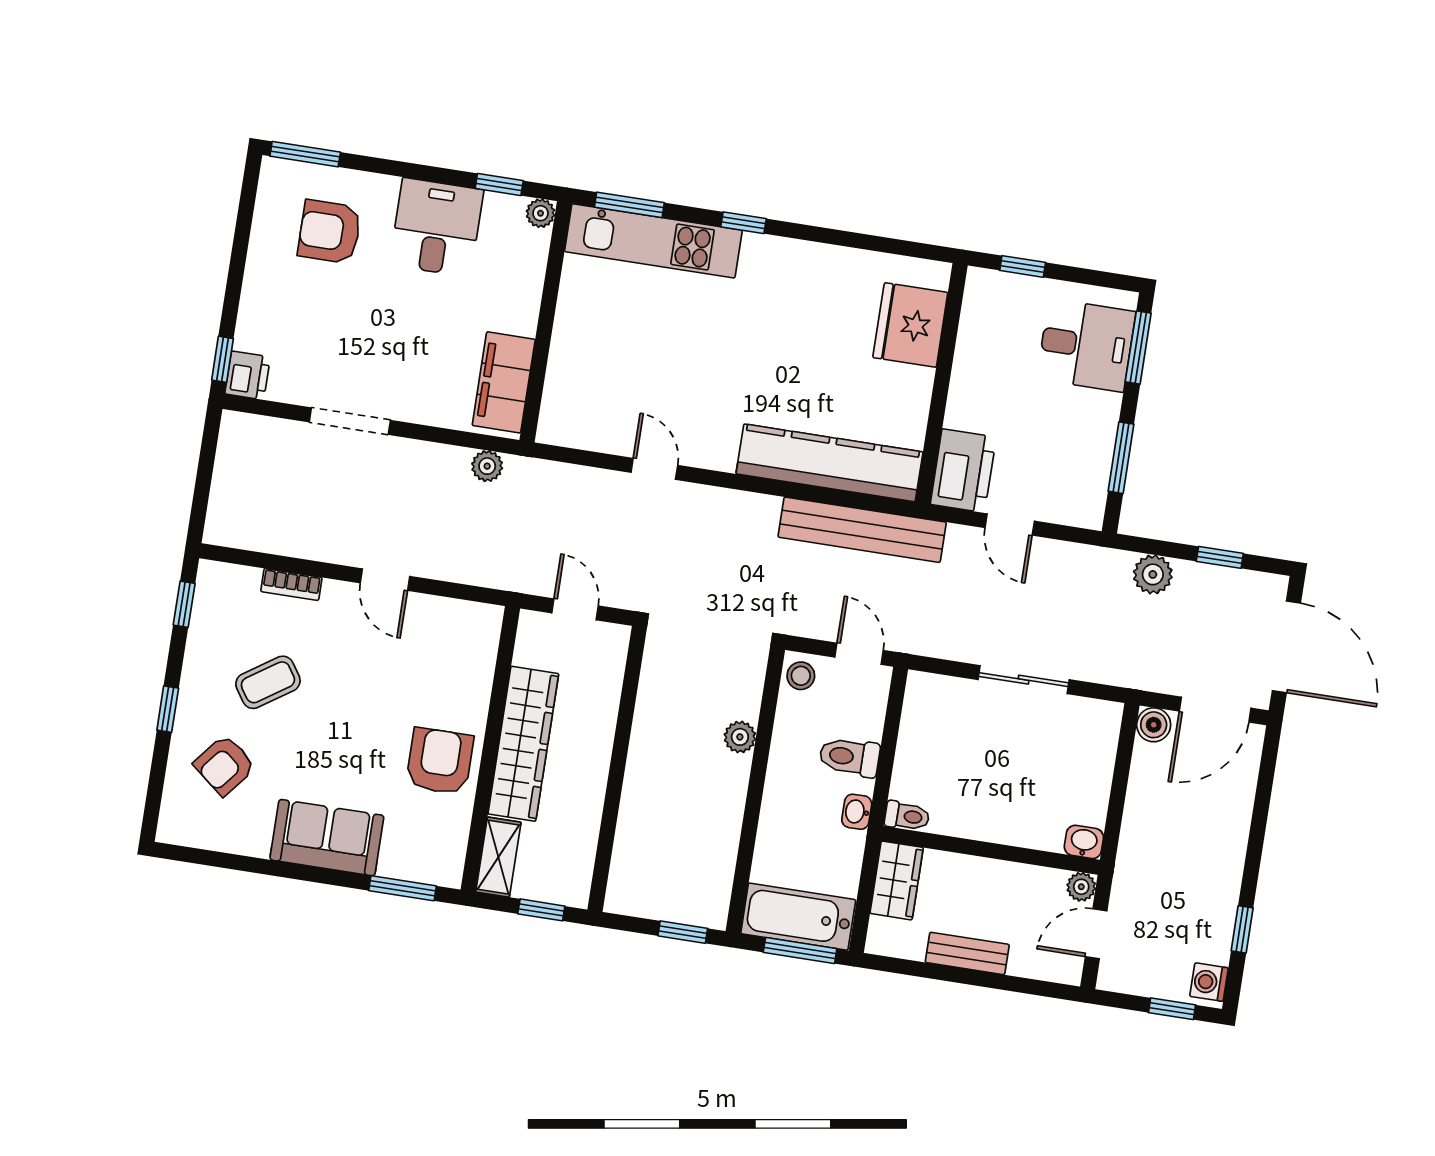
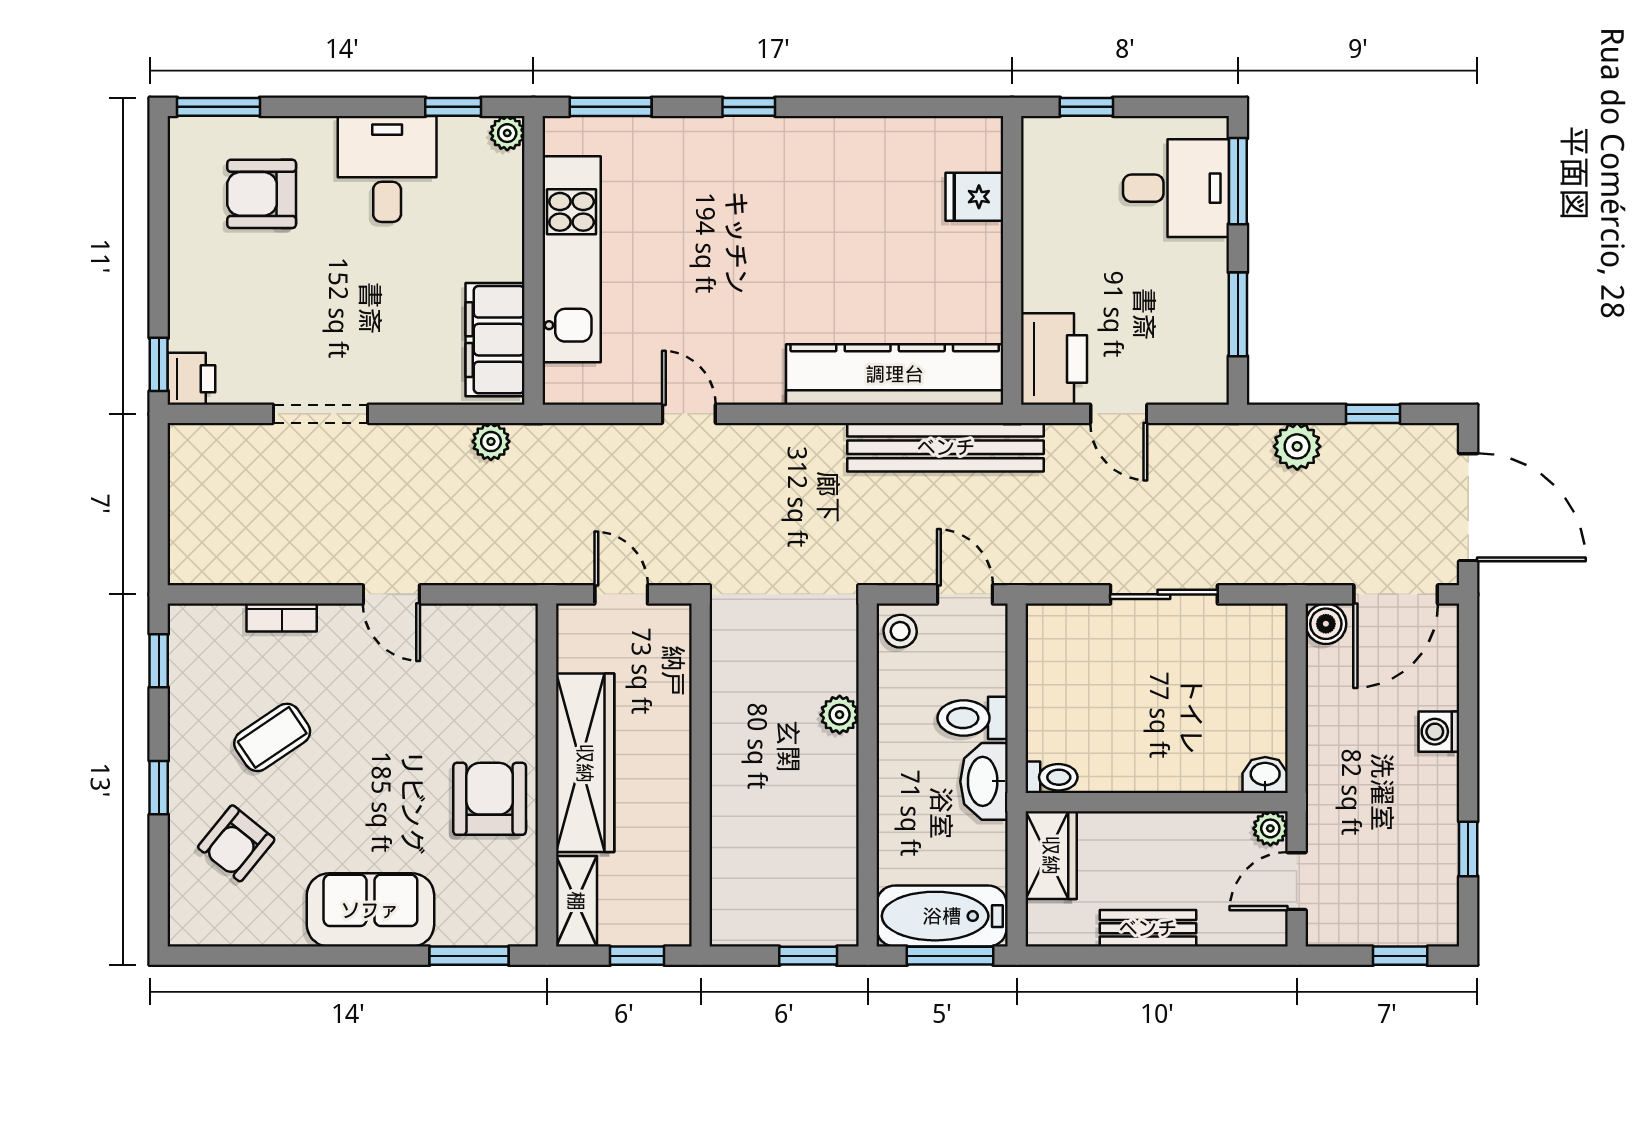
kitchen unit: (653, 241) -> (572, 259), moved, turned -90
fridge: (910, 325) -> (974, 197), width x0.53, depth x0.75
washbasin: (857, 812) -> (984, 781), width x1.91, depth x1.45
washing machine: (1209, 982) -> (1439, 732), moved

